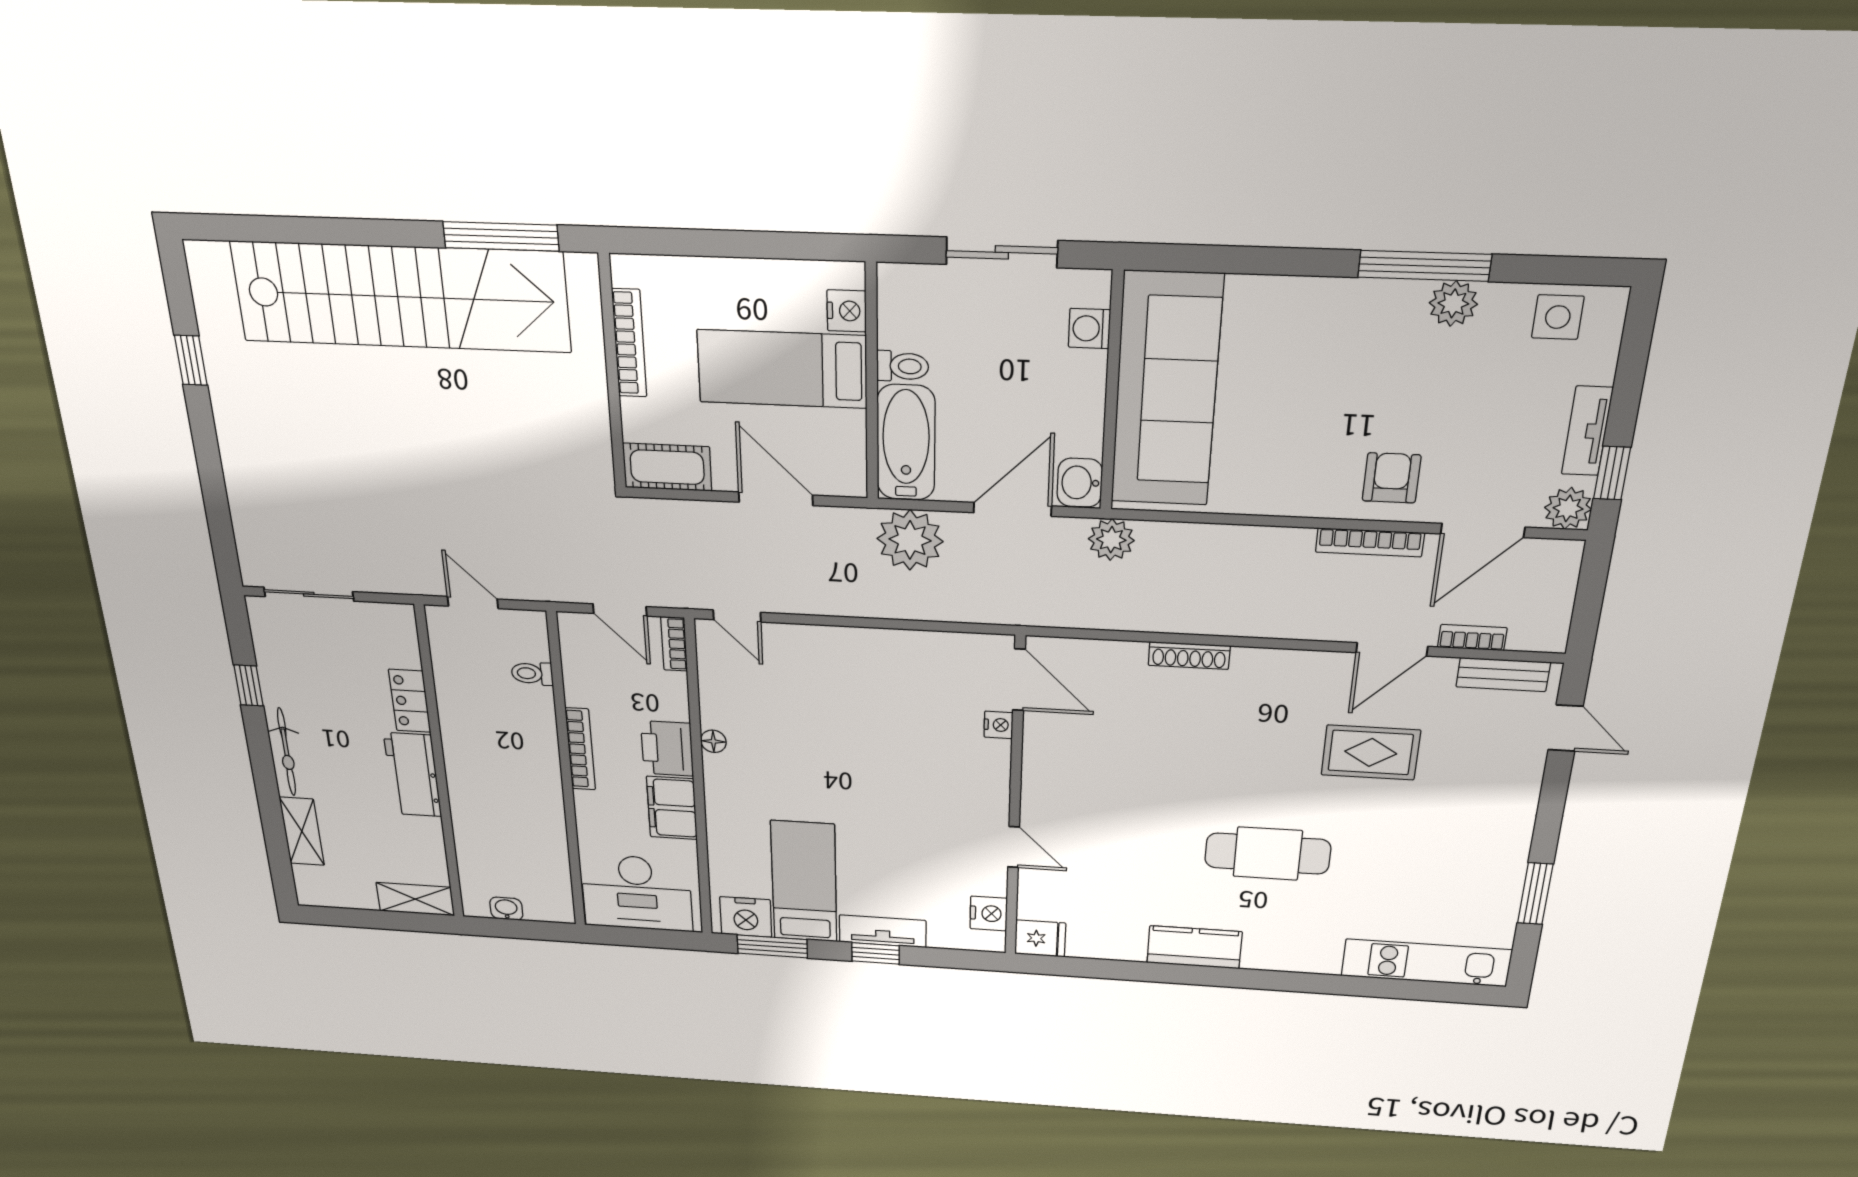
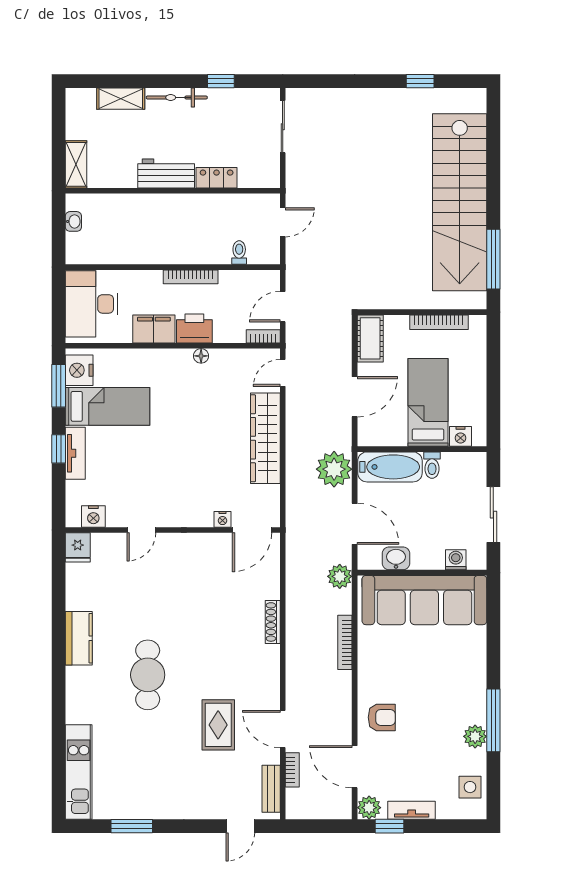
washbasin: (1080, 483) -> (396, 558), moved
bookcase: (1370, 542) -> (345, 642), moved
wardrobe: (854, 650) -> (265, 438), added

